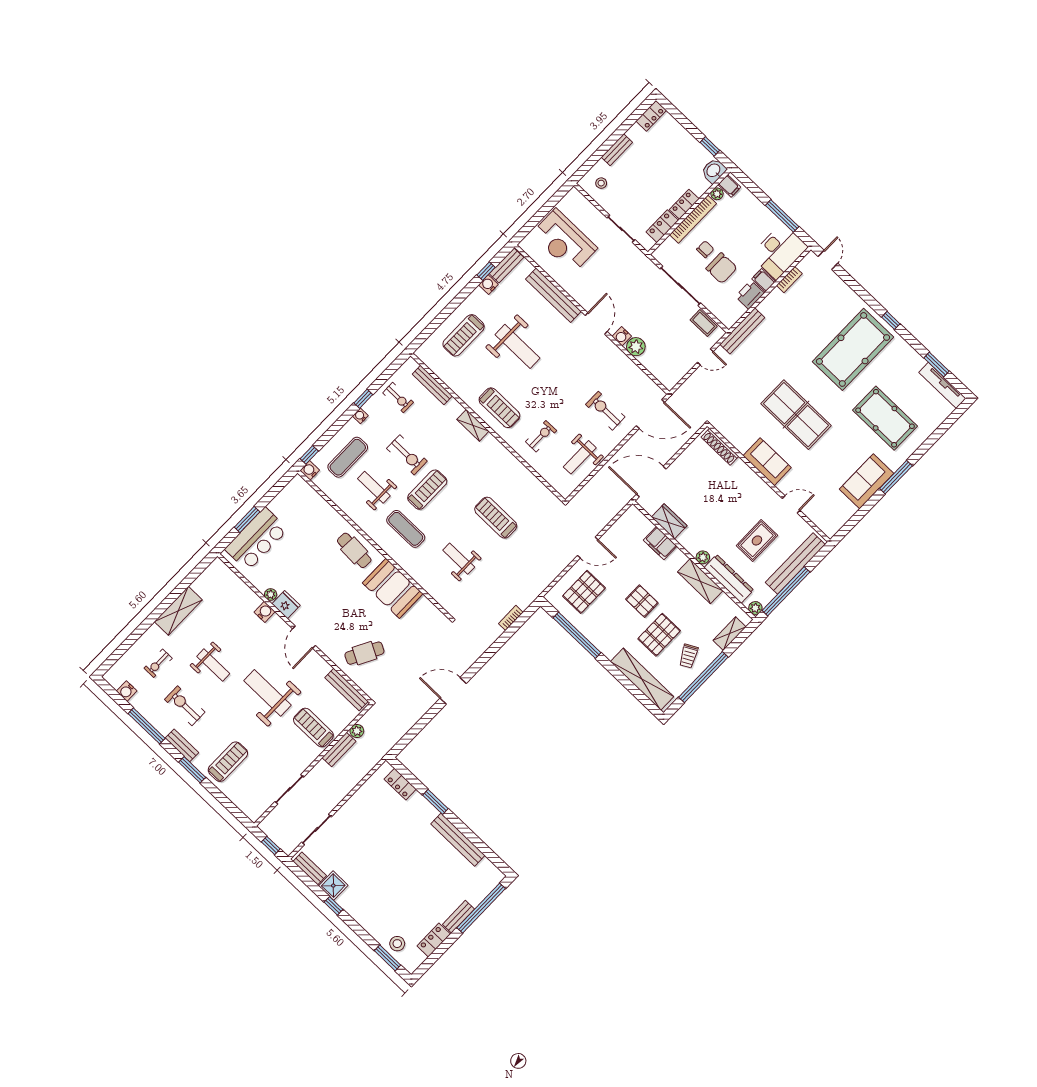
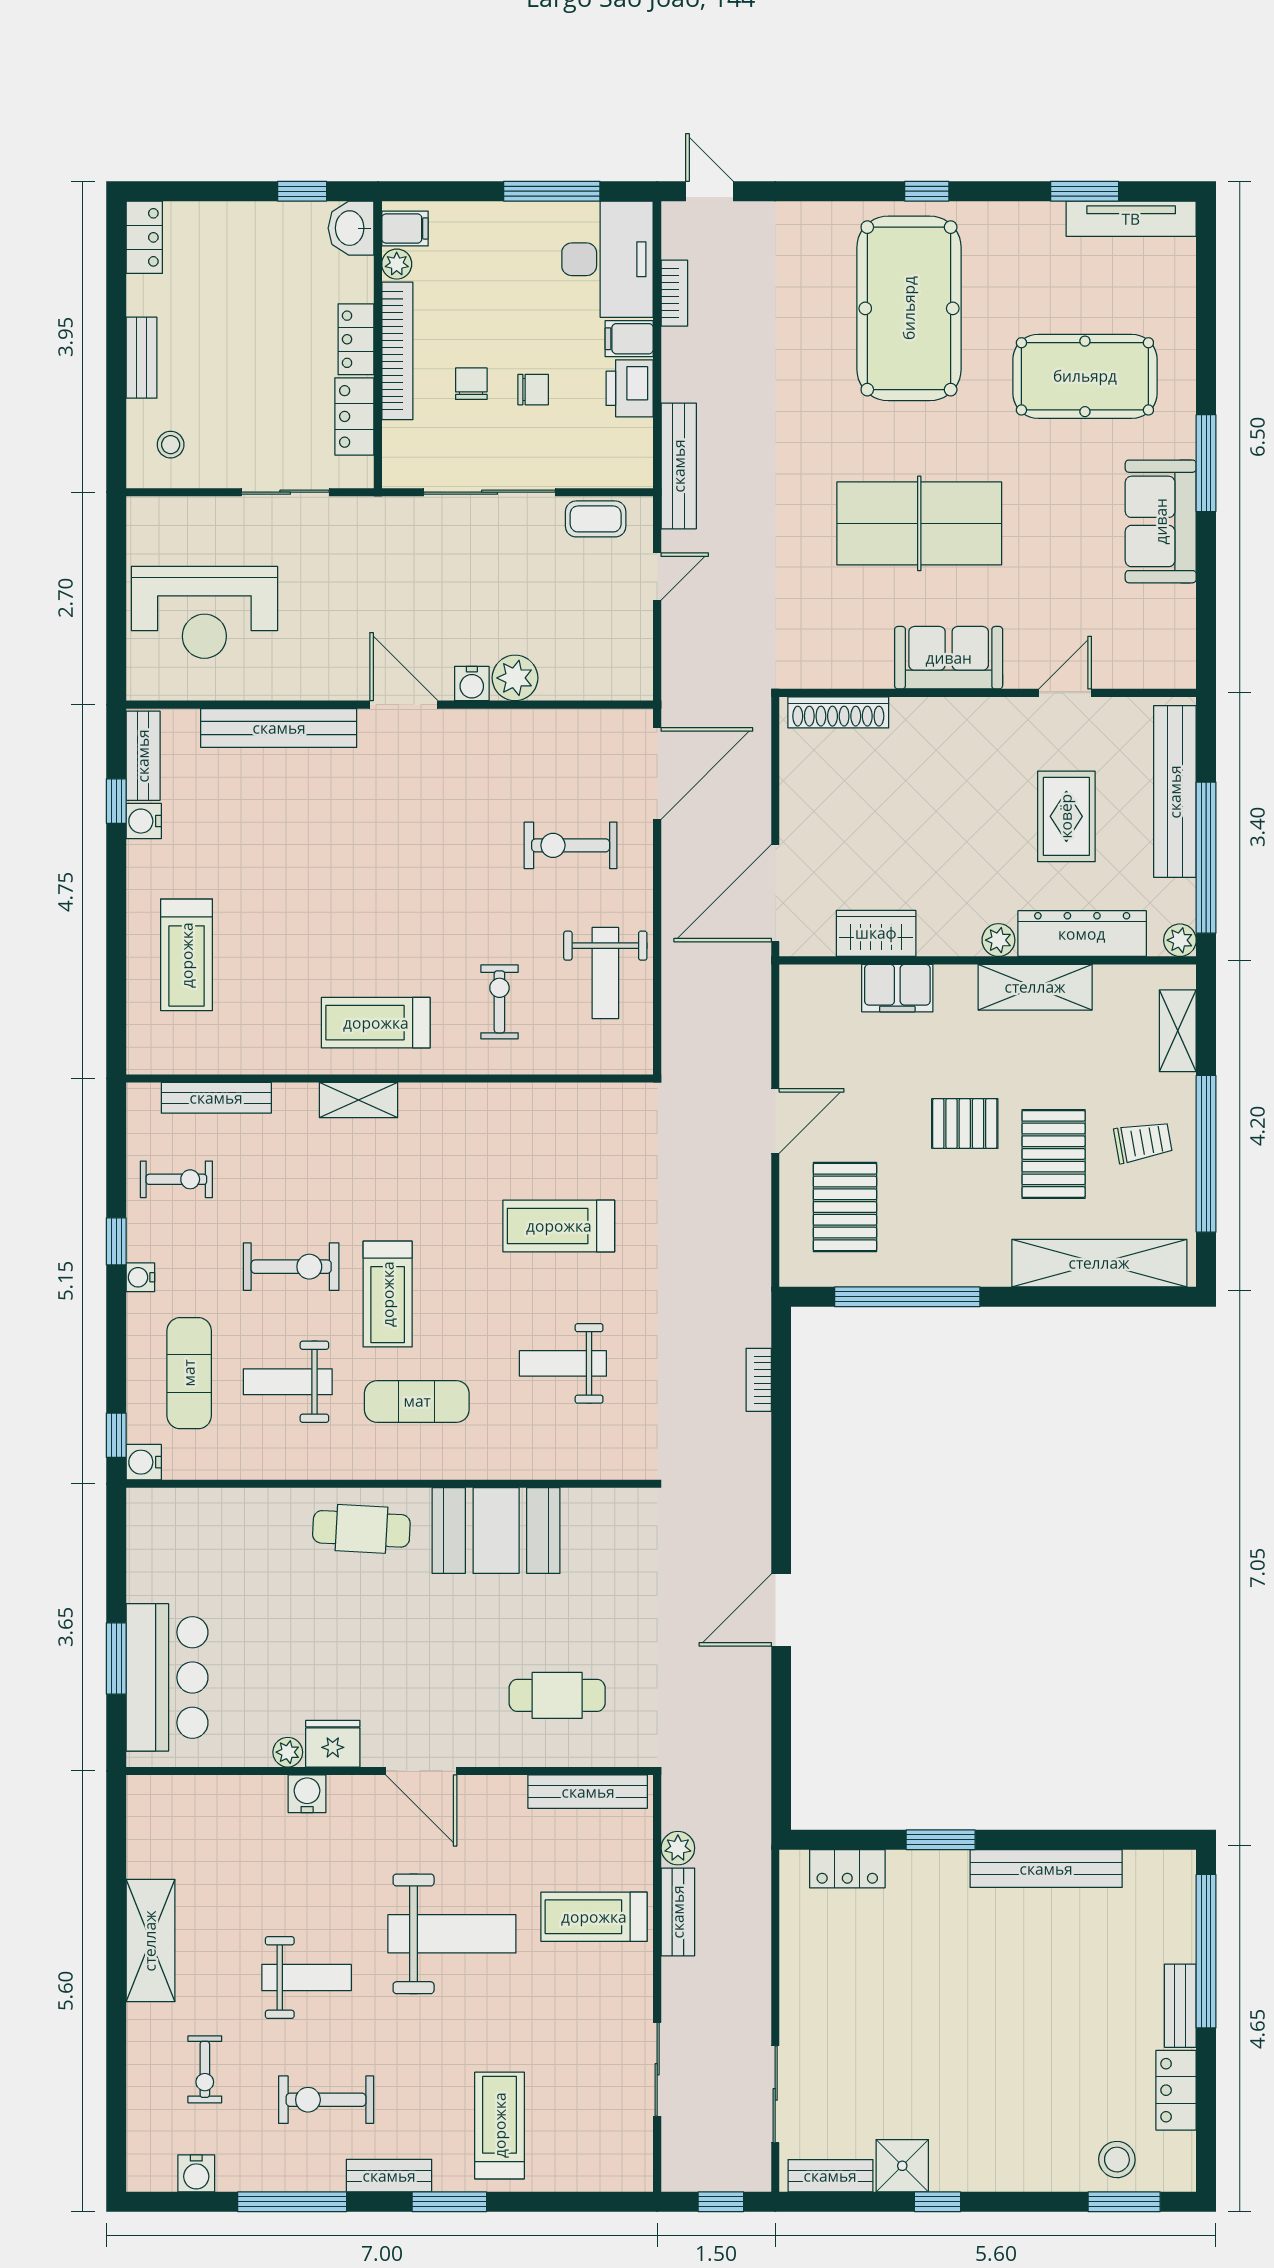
chair: (721, 268) -> (533, 390), width x0.54, depth x0.54
weight bench: (517, 346) -> (302, 882), removed
treadmill: (499, 408) -> (376, 1023), turned 180
treadmill: (427, 490) -> (388, 1294), turned 180
cafe table: (364, 653) -> (557, 1695), turned 62
trolley: (688, 656) -> (1143, 1142), turned -72
weight bench: (268, 693) -> (452, 1934), turned 180

